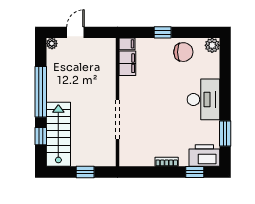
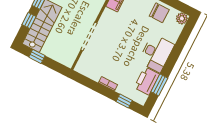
printer: (204, 156) -> (147, 81), moved, turned -90
window: (85, 172) -> (37, 56), moved

